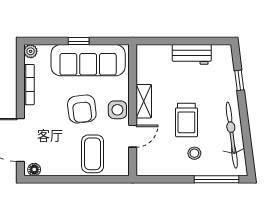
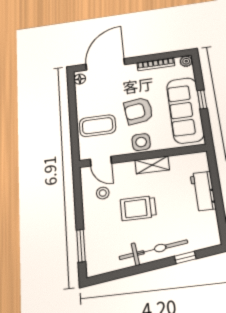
workbench: (192, 54) -> (203, 191), moved
bicycle: (232, 135) -> (153, 250), moved
door: (133, 136) -> (101, 161), moved
stool: (194, 153) -> (103, 193), moved
window: (217, 179) -> (81, 246), width x0.69

